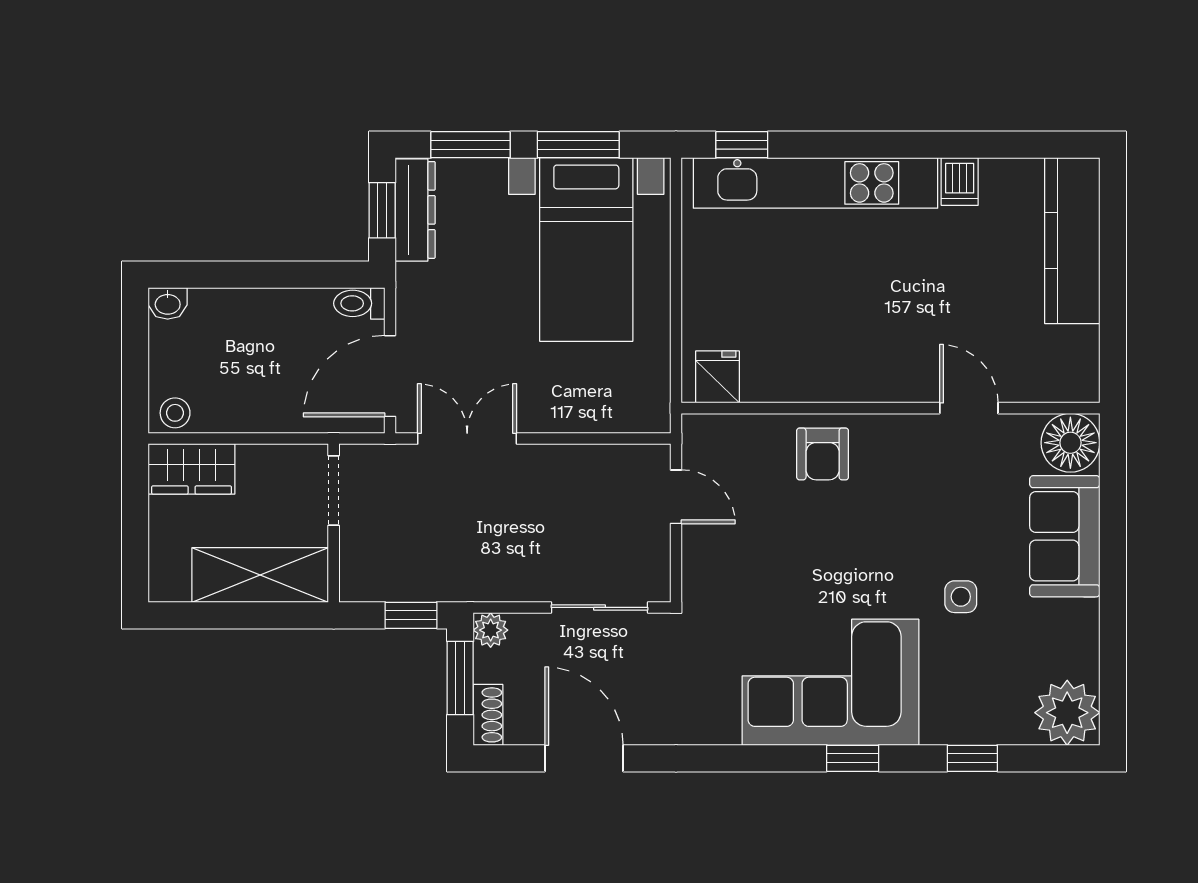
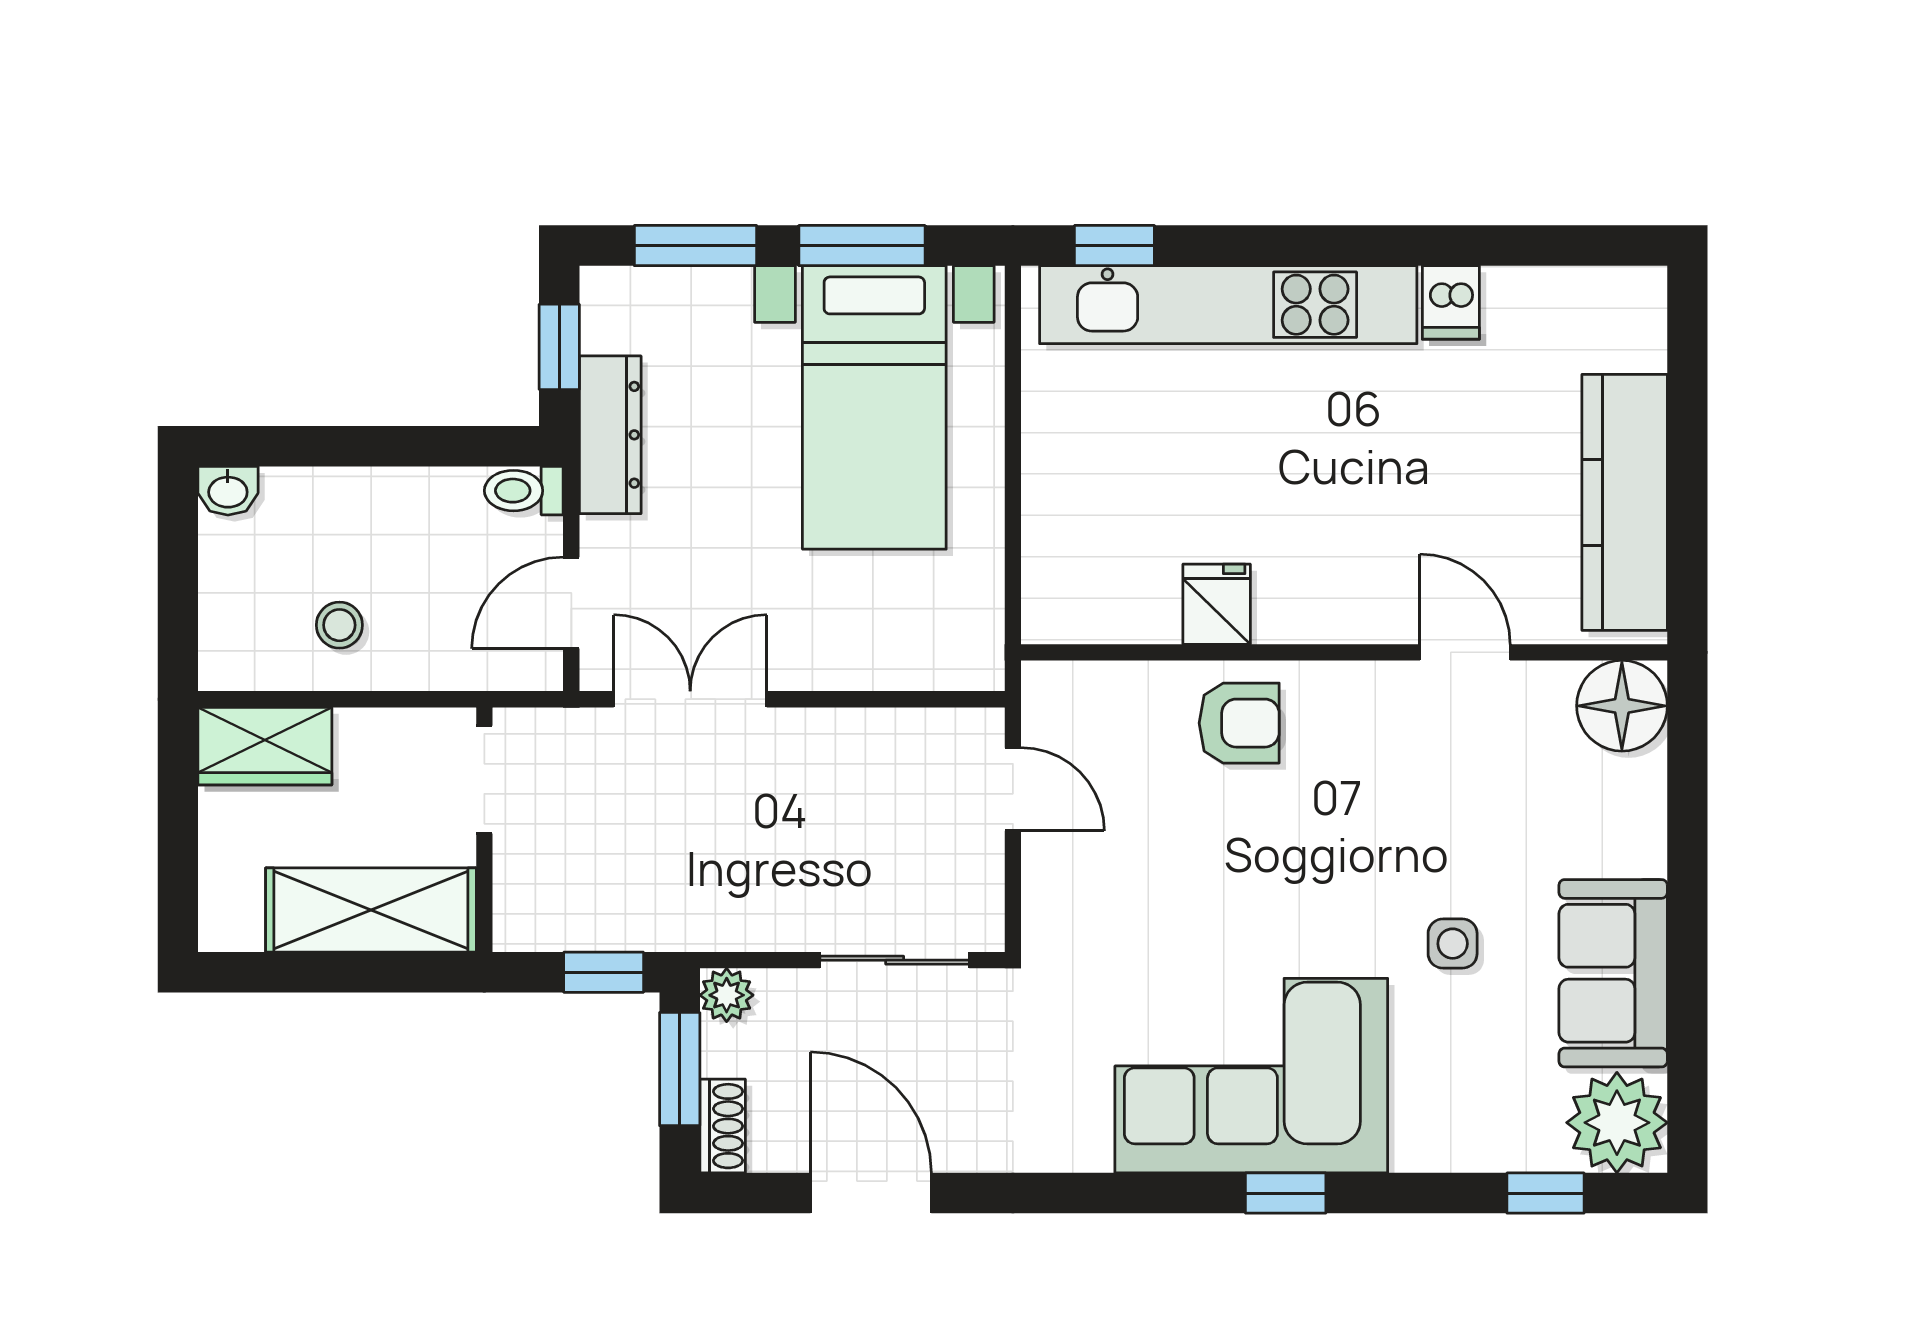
dresser: (415, 210) -> (610, 435), moved
kitchen counter: (1072, 241) -> (1625, 502), moved
door: (390, 376) -> (571, 603), width x0.73
fridge: (717, 377) -> (1217, 604), moved
stool: (175, 413) -> (339, 625), moved
armchair: (823, 454) -> (1239, 723), turned -90
sofa: (1065, 536) -> (1613, 973), moved
window: (972, 758) -> (1545, 1193), moved

